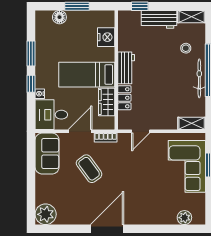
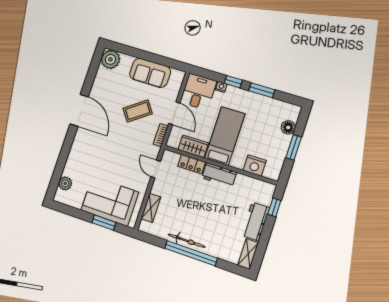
stool: (186, 48) -> (219, 238), removed
shelving: (192, 123) -> (151, 208), moved
sofa: (47, 154) -> (150, 73), moved

